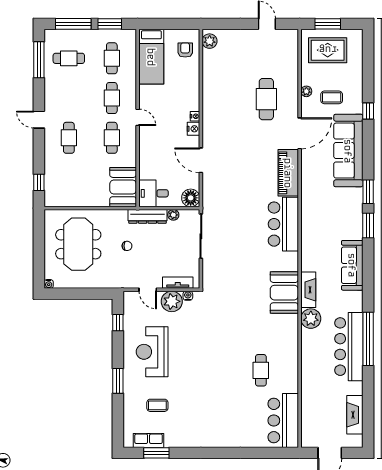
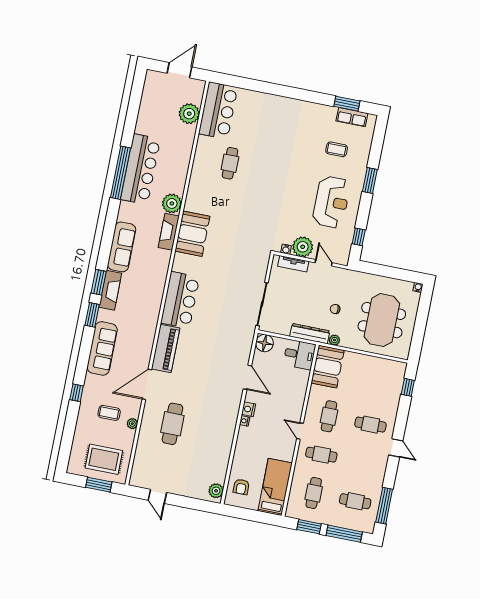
cafe table: (112, 98) -> (321, 455), turned 90
cafe table: (69, 138) -> (370, 425), turned 90
sofa: (348, 151) -> (102, 348), width x0.74, depth x0.79
plant: (173, 215) -> (334, 340), moved
plant: (311, 412) -> (189, 114), added
fireplace: (355, 415) -> (110, 290), moved

